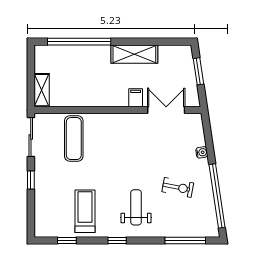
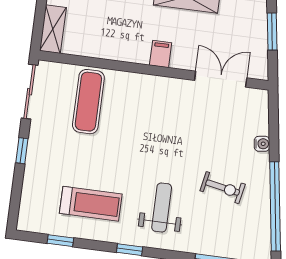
filing cabinet: (136, 98) -> (161, 54), moved
treadmill: (85, 211) -> (91, 204), turned 90

